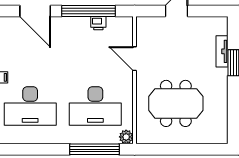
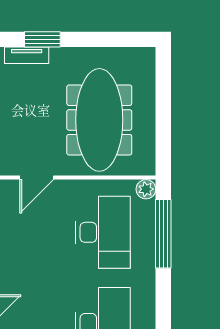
meeting table: (176, 103) -> (99, 120), width x1.36

